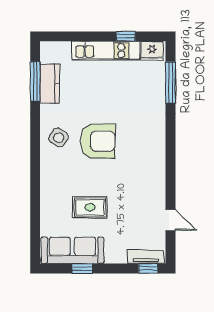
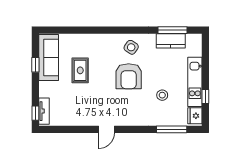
stool: (124, 95) -> (162, 95), added
door: (171, 220) -> (106, 129), moved

